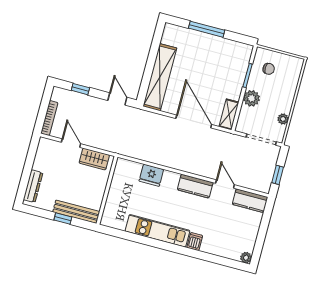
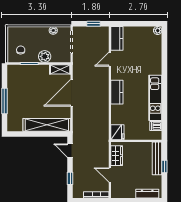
door: (117, 99) -> (70, 151), hinge flipped
door: (71, 143) -> (110, 175), hinge flipped
fridge: (151, 175) -> (117, 132), moved
kitchen counter: (195, 186) -> (117, 92), moved
dishwasher: (195, 242) -> (156, 126), moved

